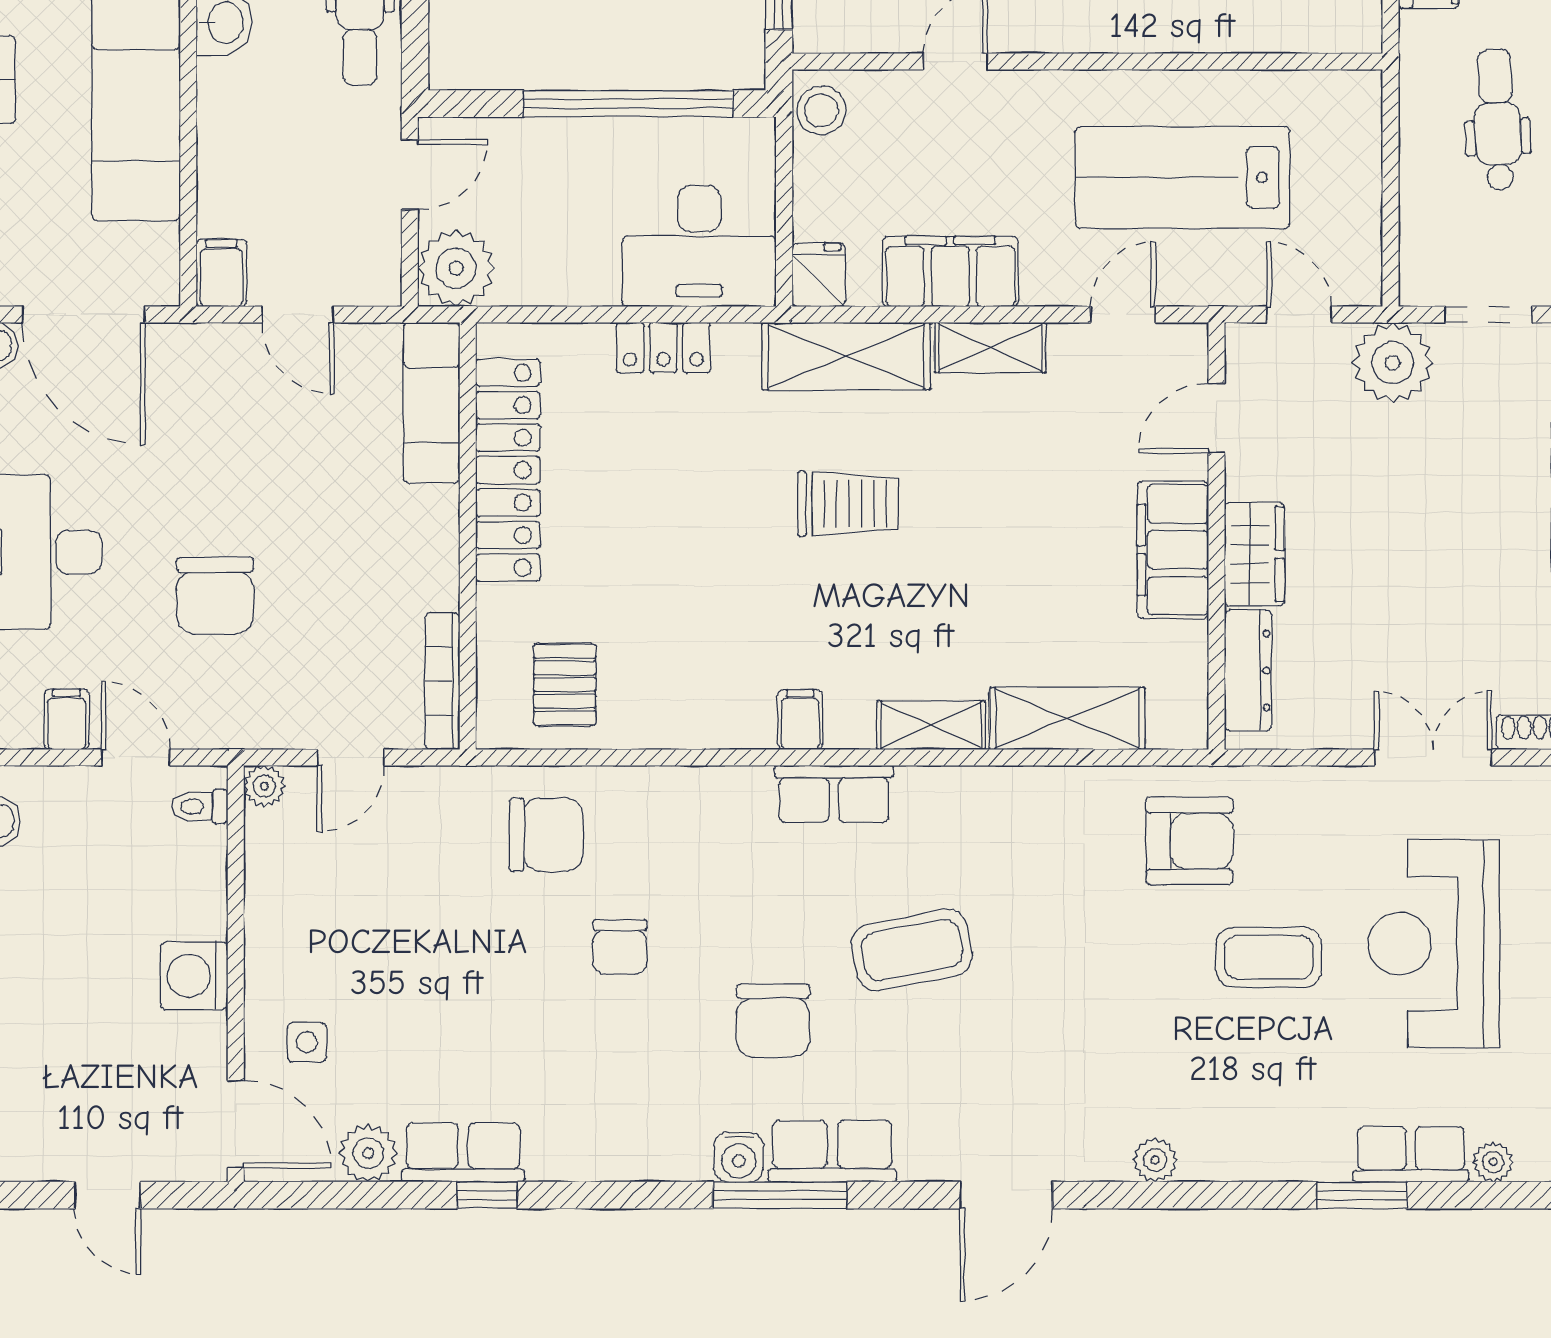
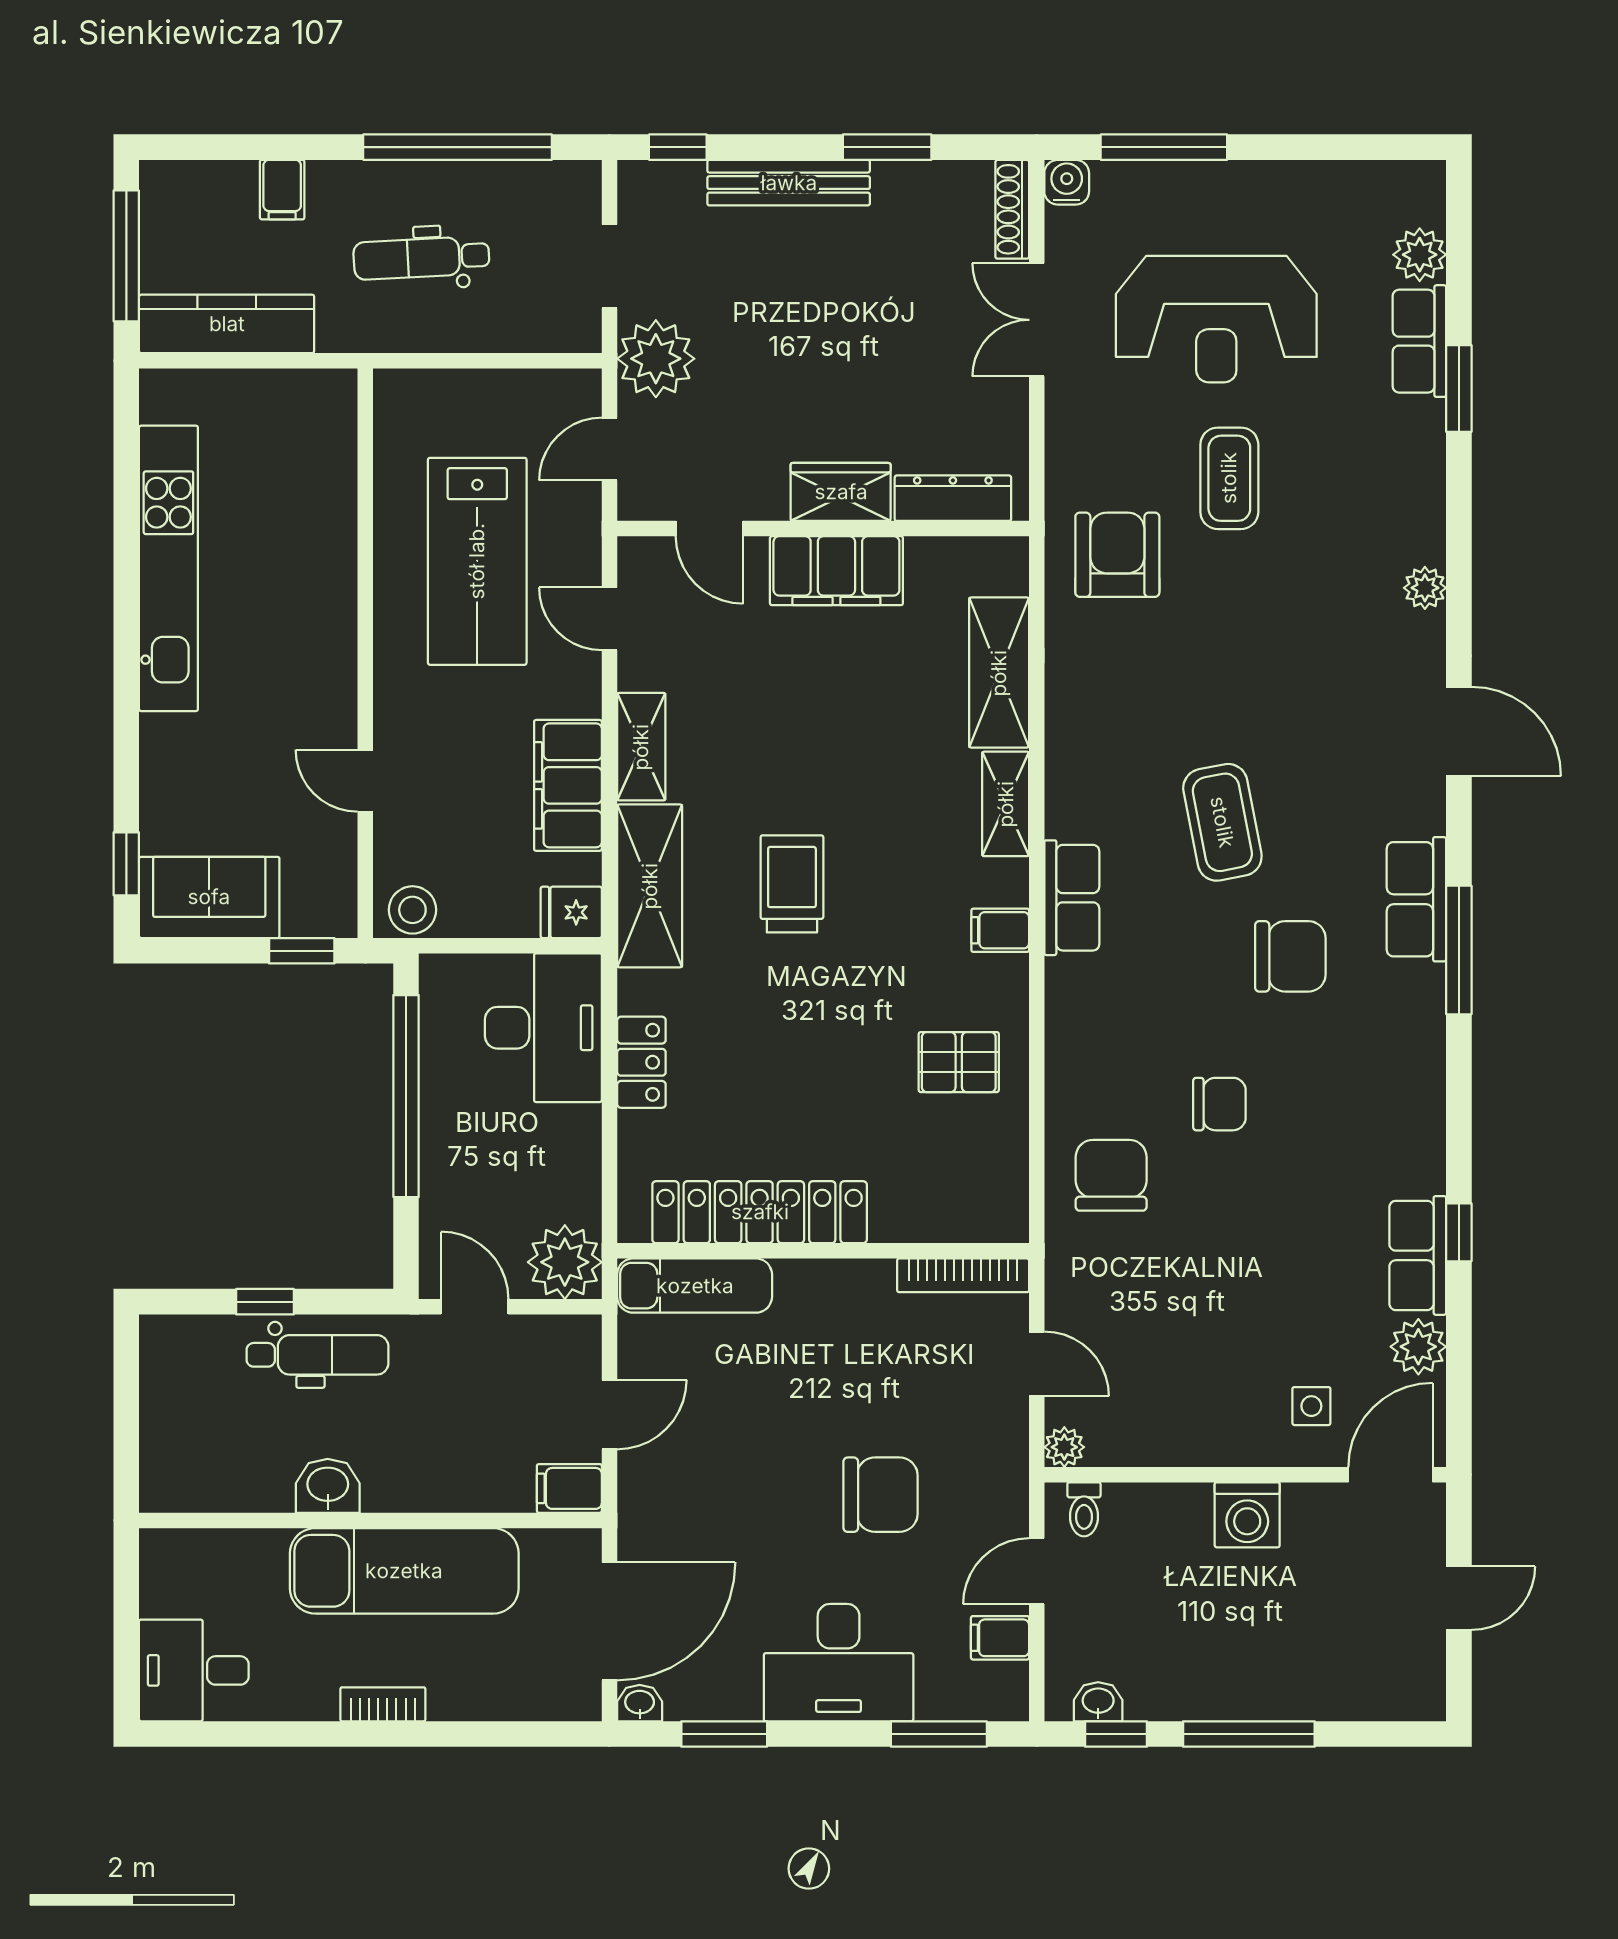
pallet: (565, 685) -> (959, 1062), moved
water cooler: (739, 1157) -> (1422, 989), removed
plant: (1493, 1162) -> (1420, 255), width x1.38, depth x1.38

